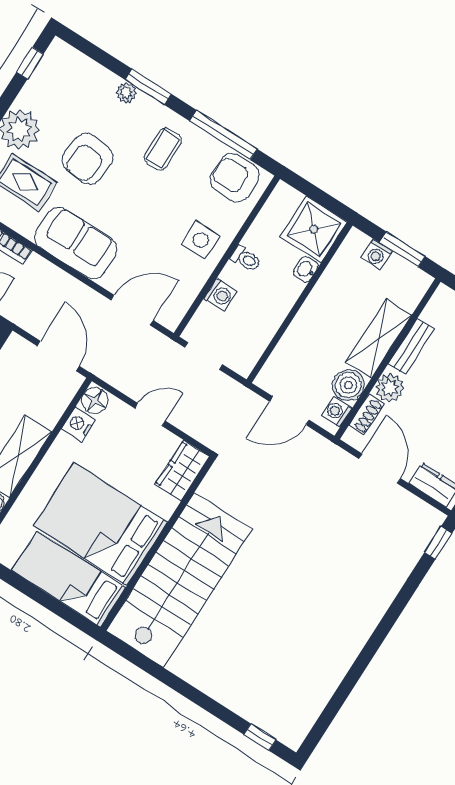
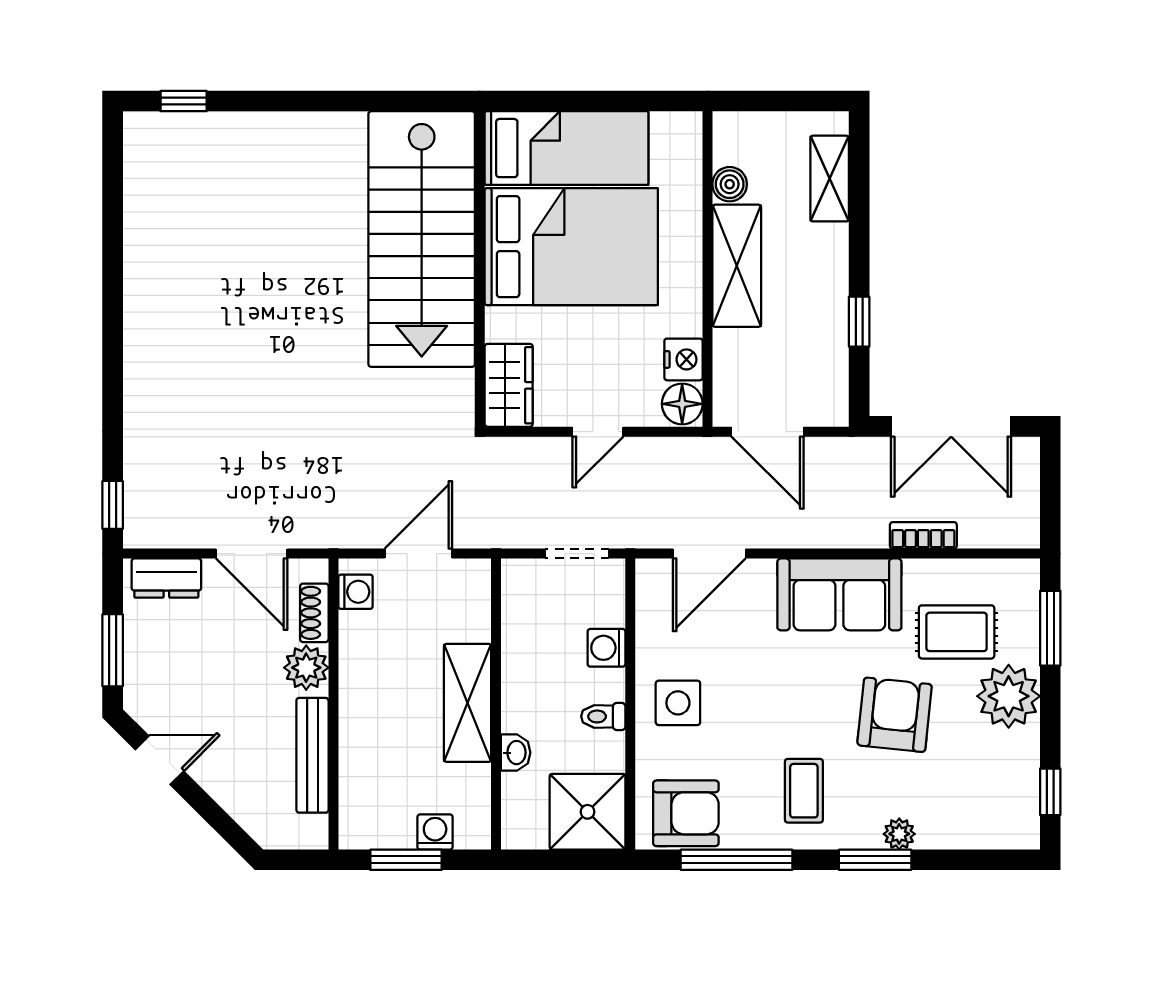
shower: (314, 229) -> (588, 812), moved
shelving: (379, 338) -> (468, 703), moved
bench: (411, 347) -> (312, 755), width x1.36
boiler: (348, 385) -> (363, 637), removed

